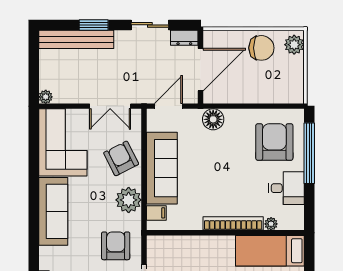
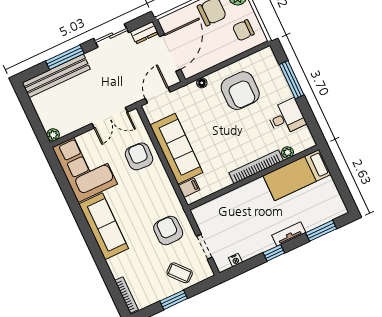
window: (94, 25) -> (65, 57), width x1.44
chair: (284, 81) -> (243, 30), added
floor lamp: (213, 119) -> (202, 83), width x0.53, depth x0.53
armchair: (274, 142) -> (240, 91), moved, turned 180
window: (309, 153) -> (292, 80), width x0.68
armchair: (121, 158) -> (139, 156), turned 30
plant: (129, 200) -> (161, 188), removed

